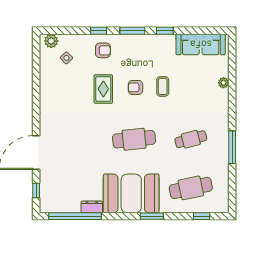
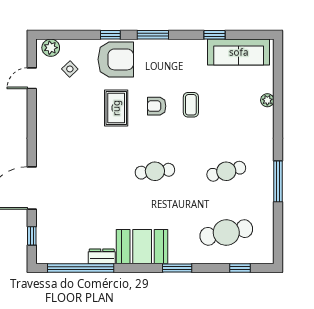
window: (165, 31) -> (215, 35), moved
armchair: (103, 50) -> (116, 59), width x1.88, depth x1.88
door: (36, 65) -> (32, 78), added
cafe table: (134, 139) -> (155, 171), width x0.73, depth x0.74
booth: (131, 193) -> (142, 247), width x0.73, depth x0.70

